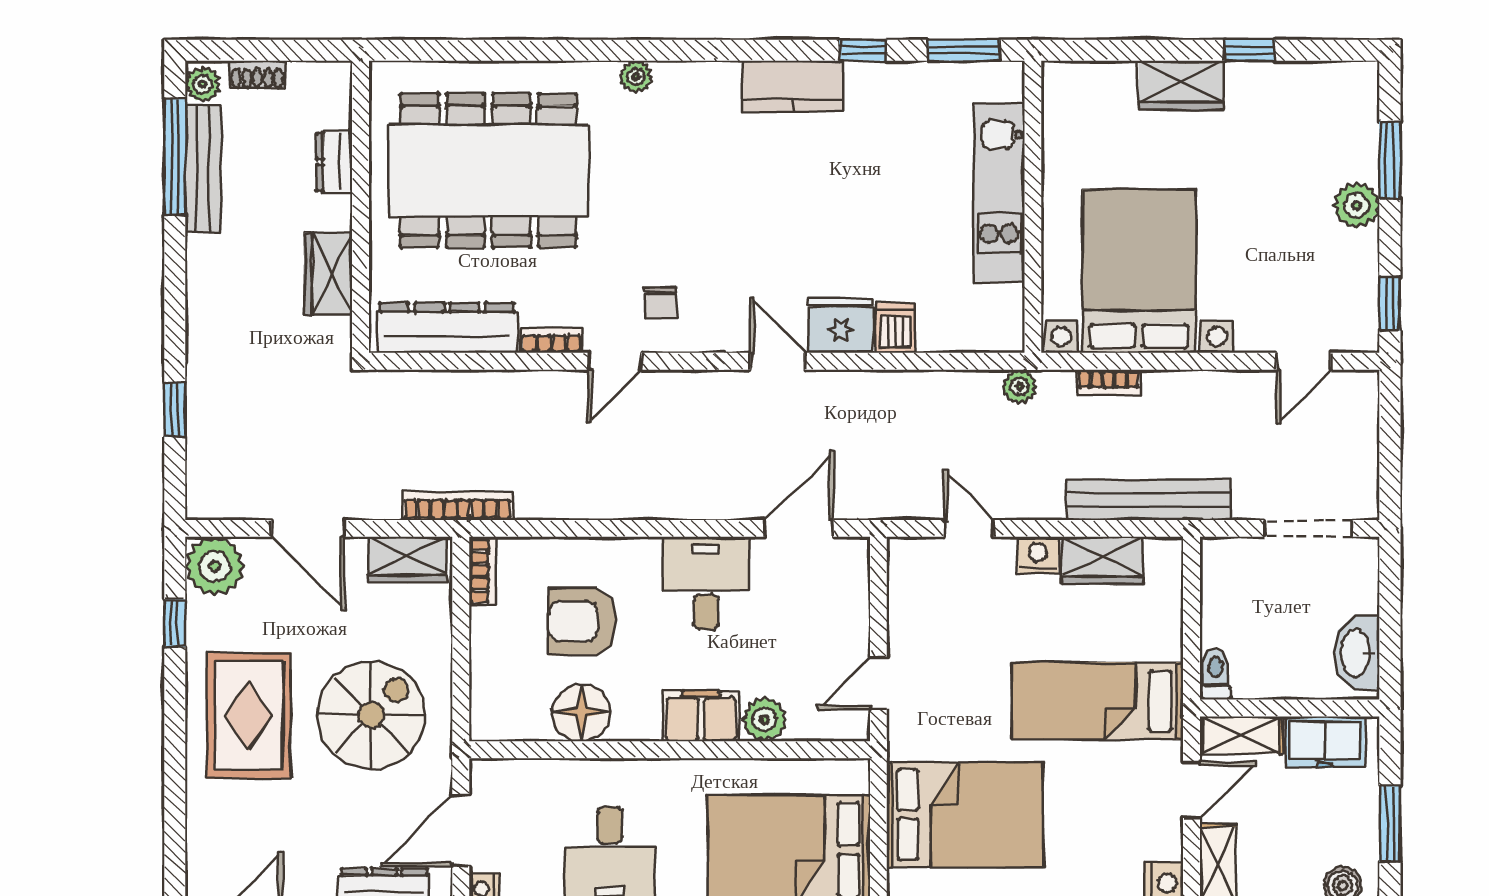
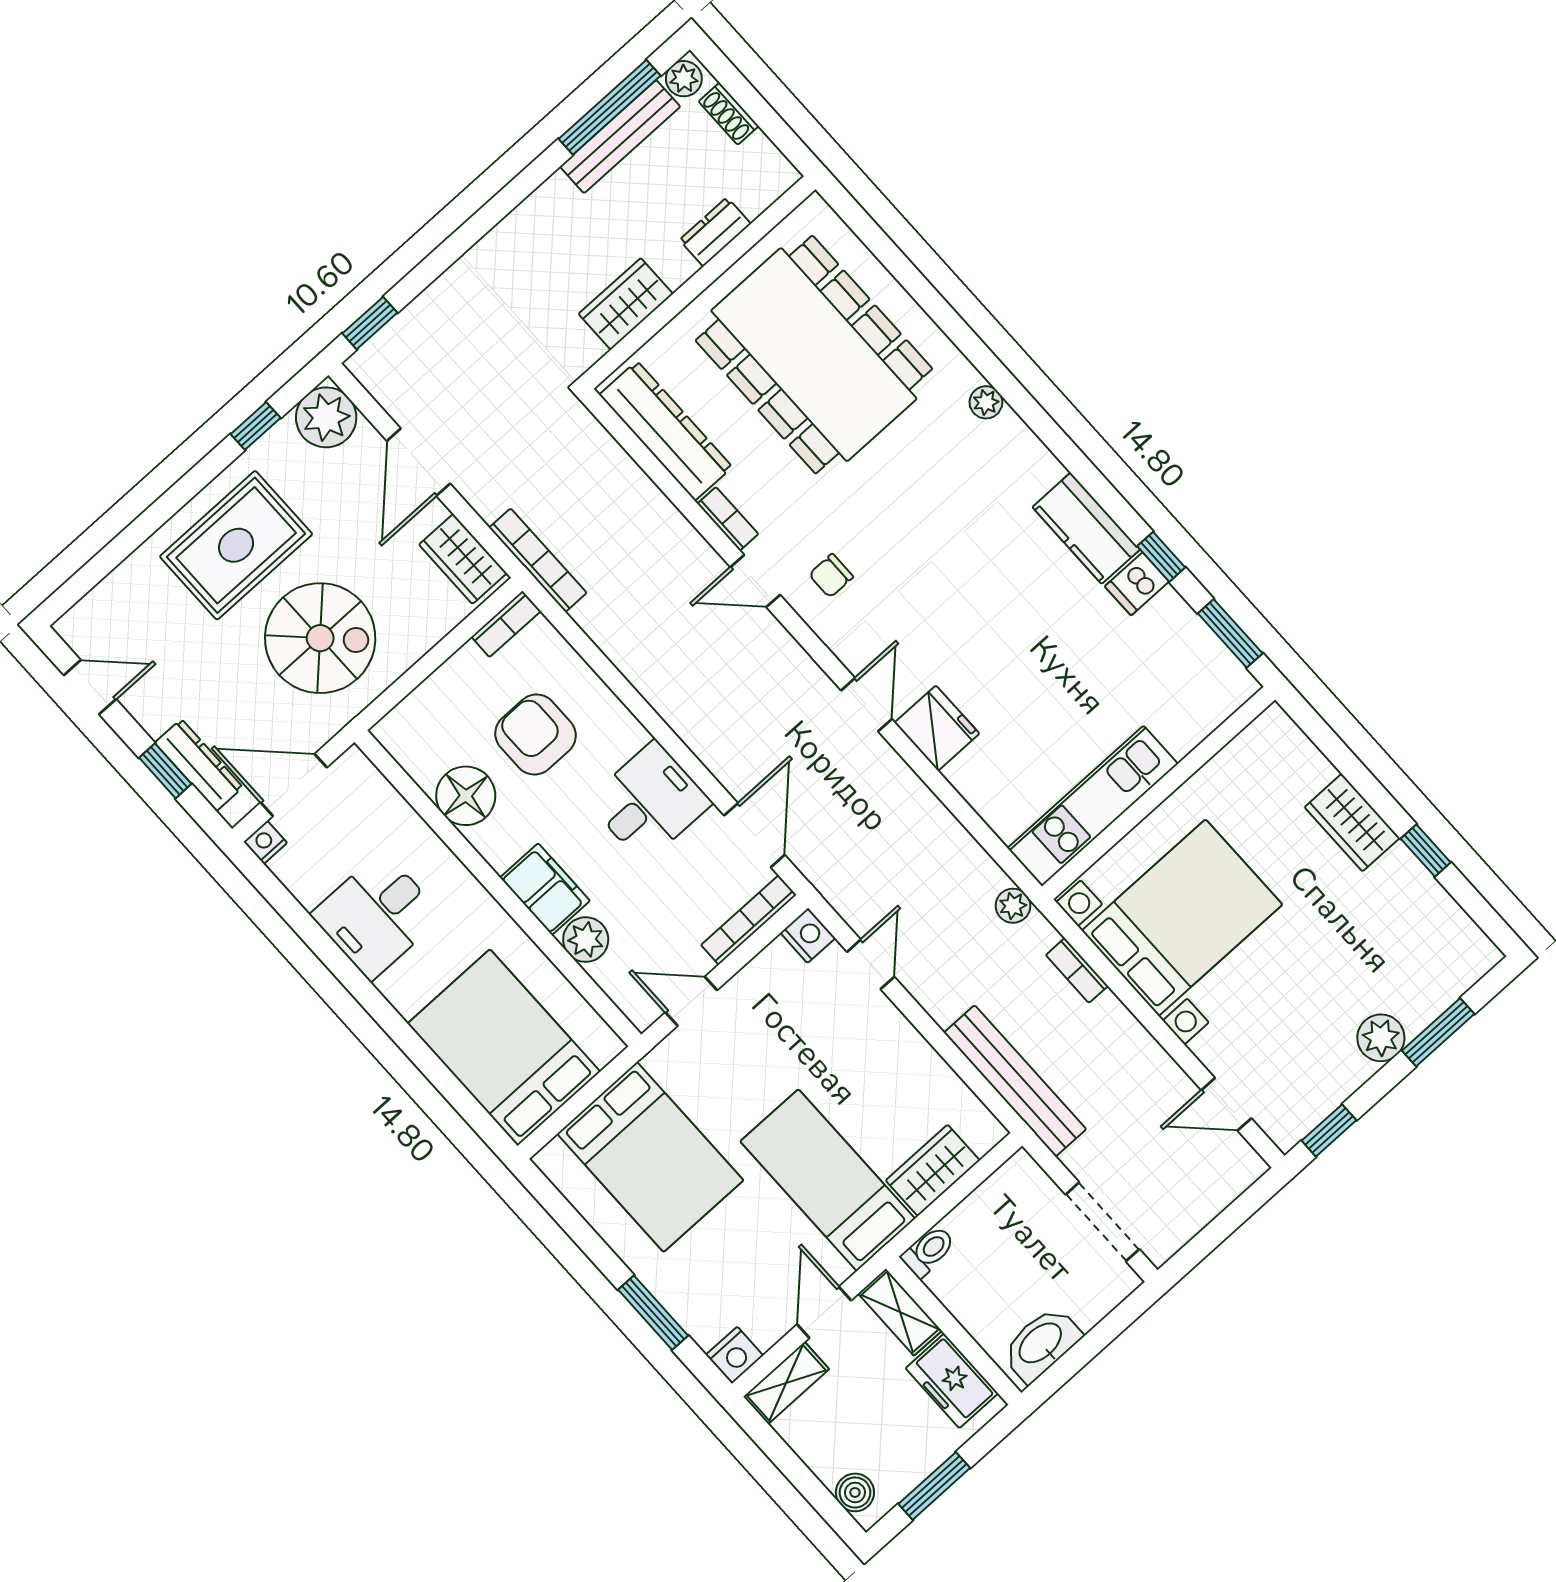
kitchen unit: (999, 192) -> (1093, 806), moved
dishwasher: (895, 328) -> (1137, 584), moved, turned 180
window: (175, 410) -> (370, 323), moved
door: (799, 528) -> (754, 835), hinge flipped
nightstand: (1038, 555) -> (808, 935), moved
wardrobe: (1102, 560) -> (933, 1170), moved, turned 90
bookcase: (857, 588) -> (749, 920), added
door: (1192, 790) -> (824, 1312), swing flipped

